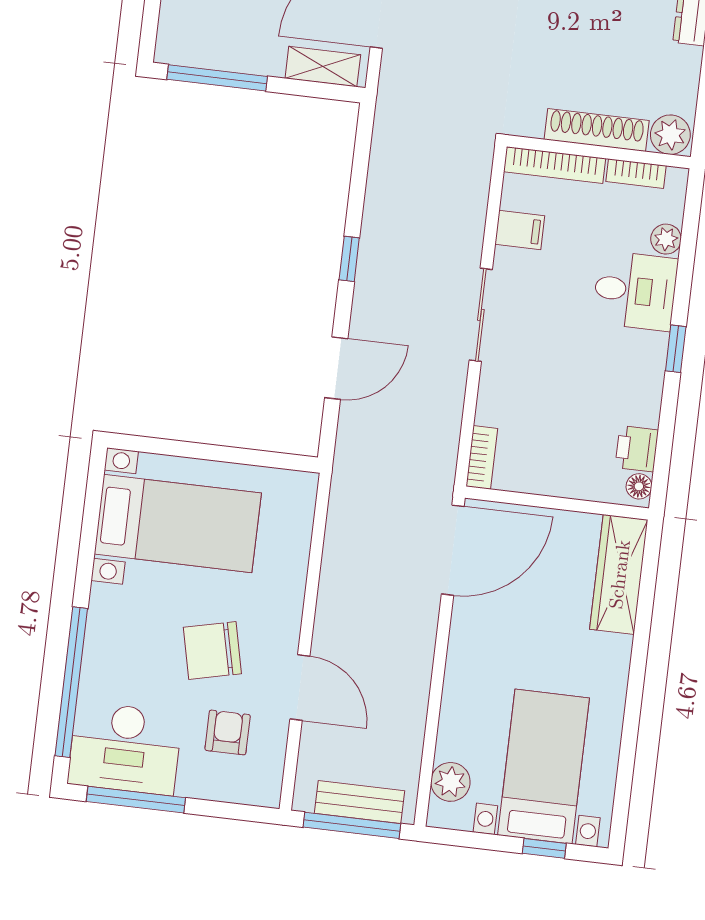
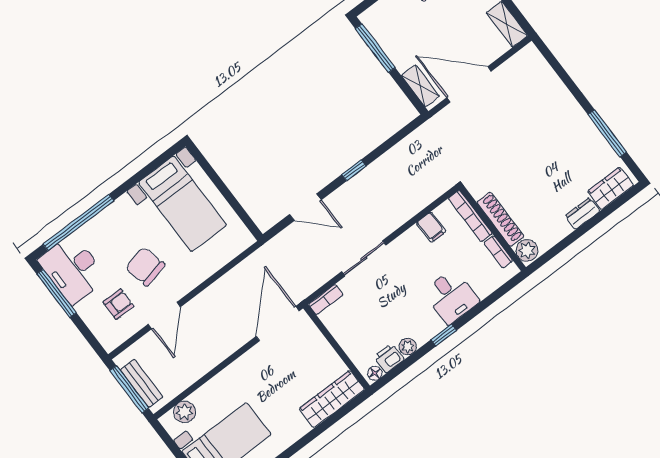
plant: (666, 239) -> (408, 347), moved
sliding door: (481, 315) -> (364, 258), moved
door: (453, 550) -> (278, 324), swing flipped

